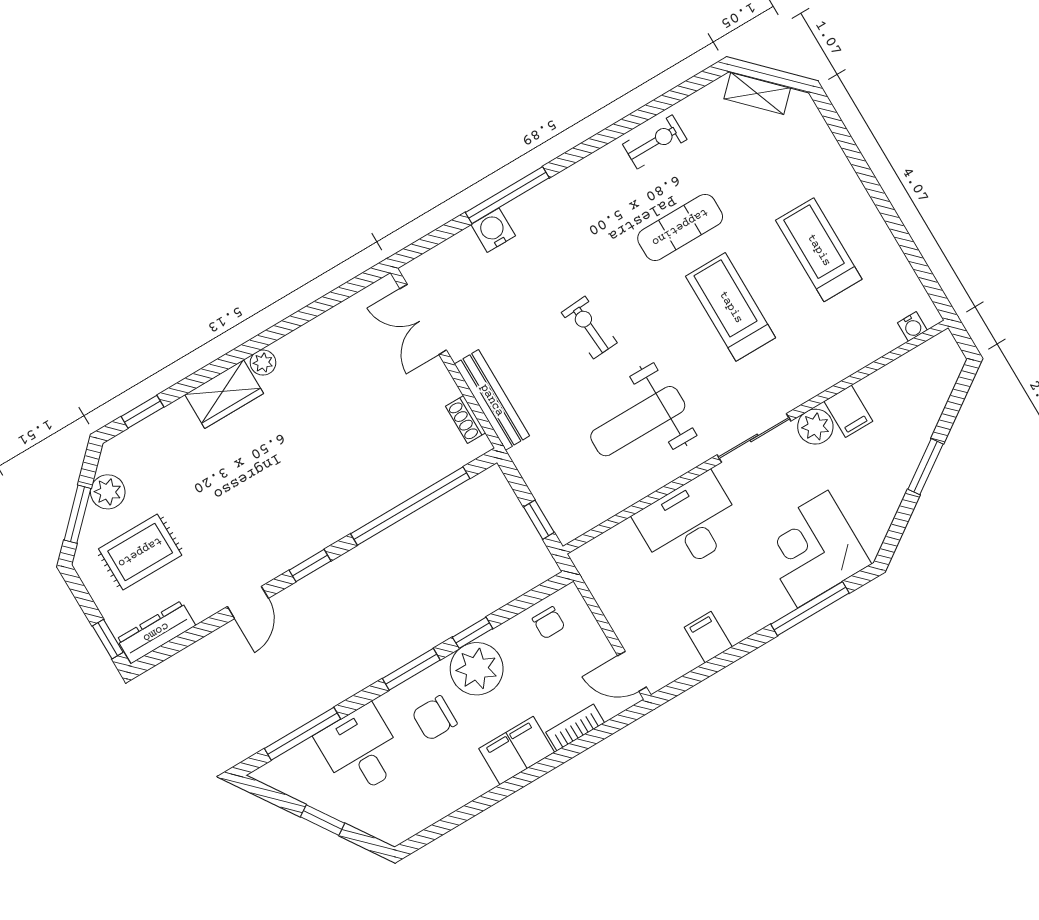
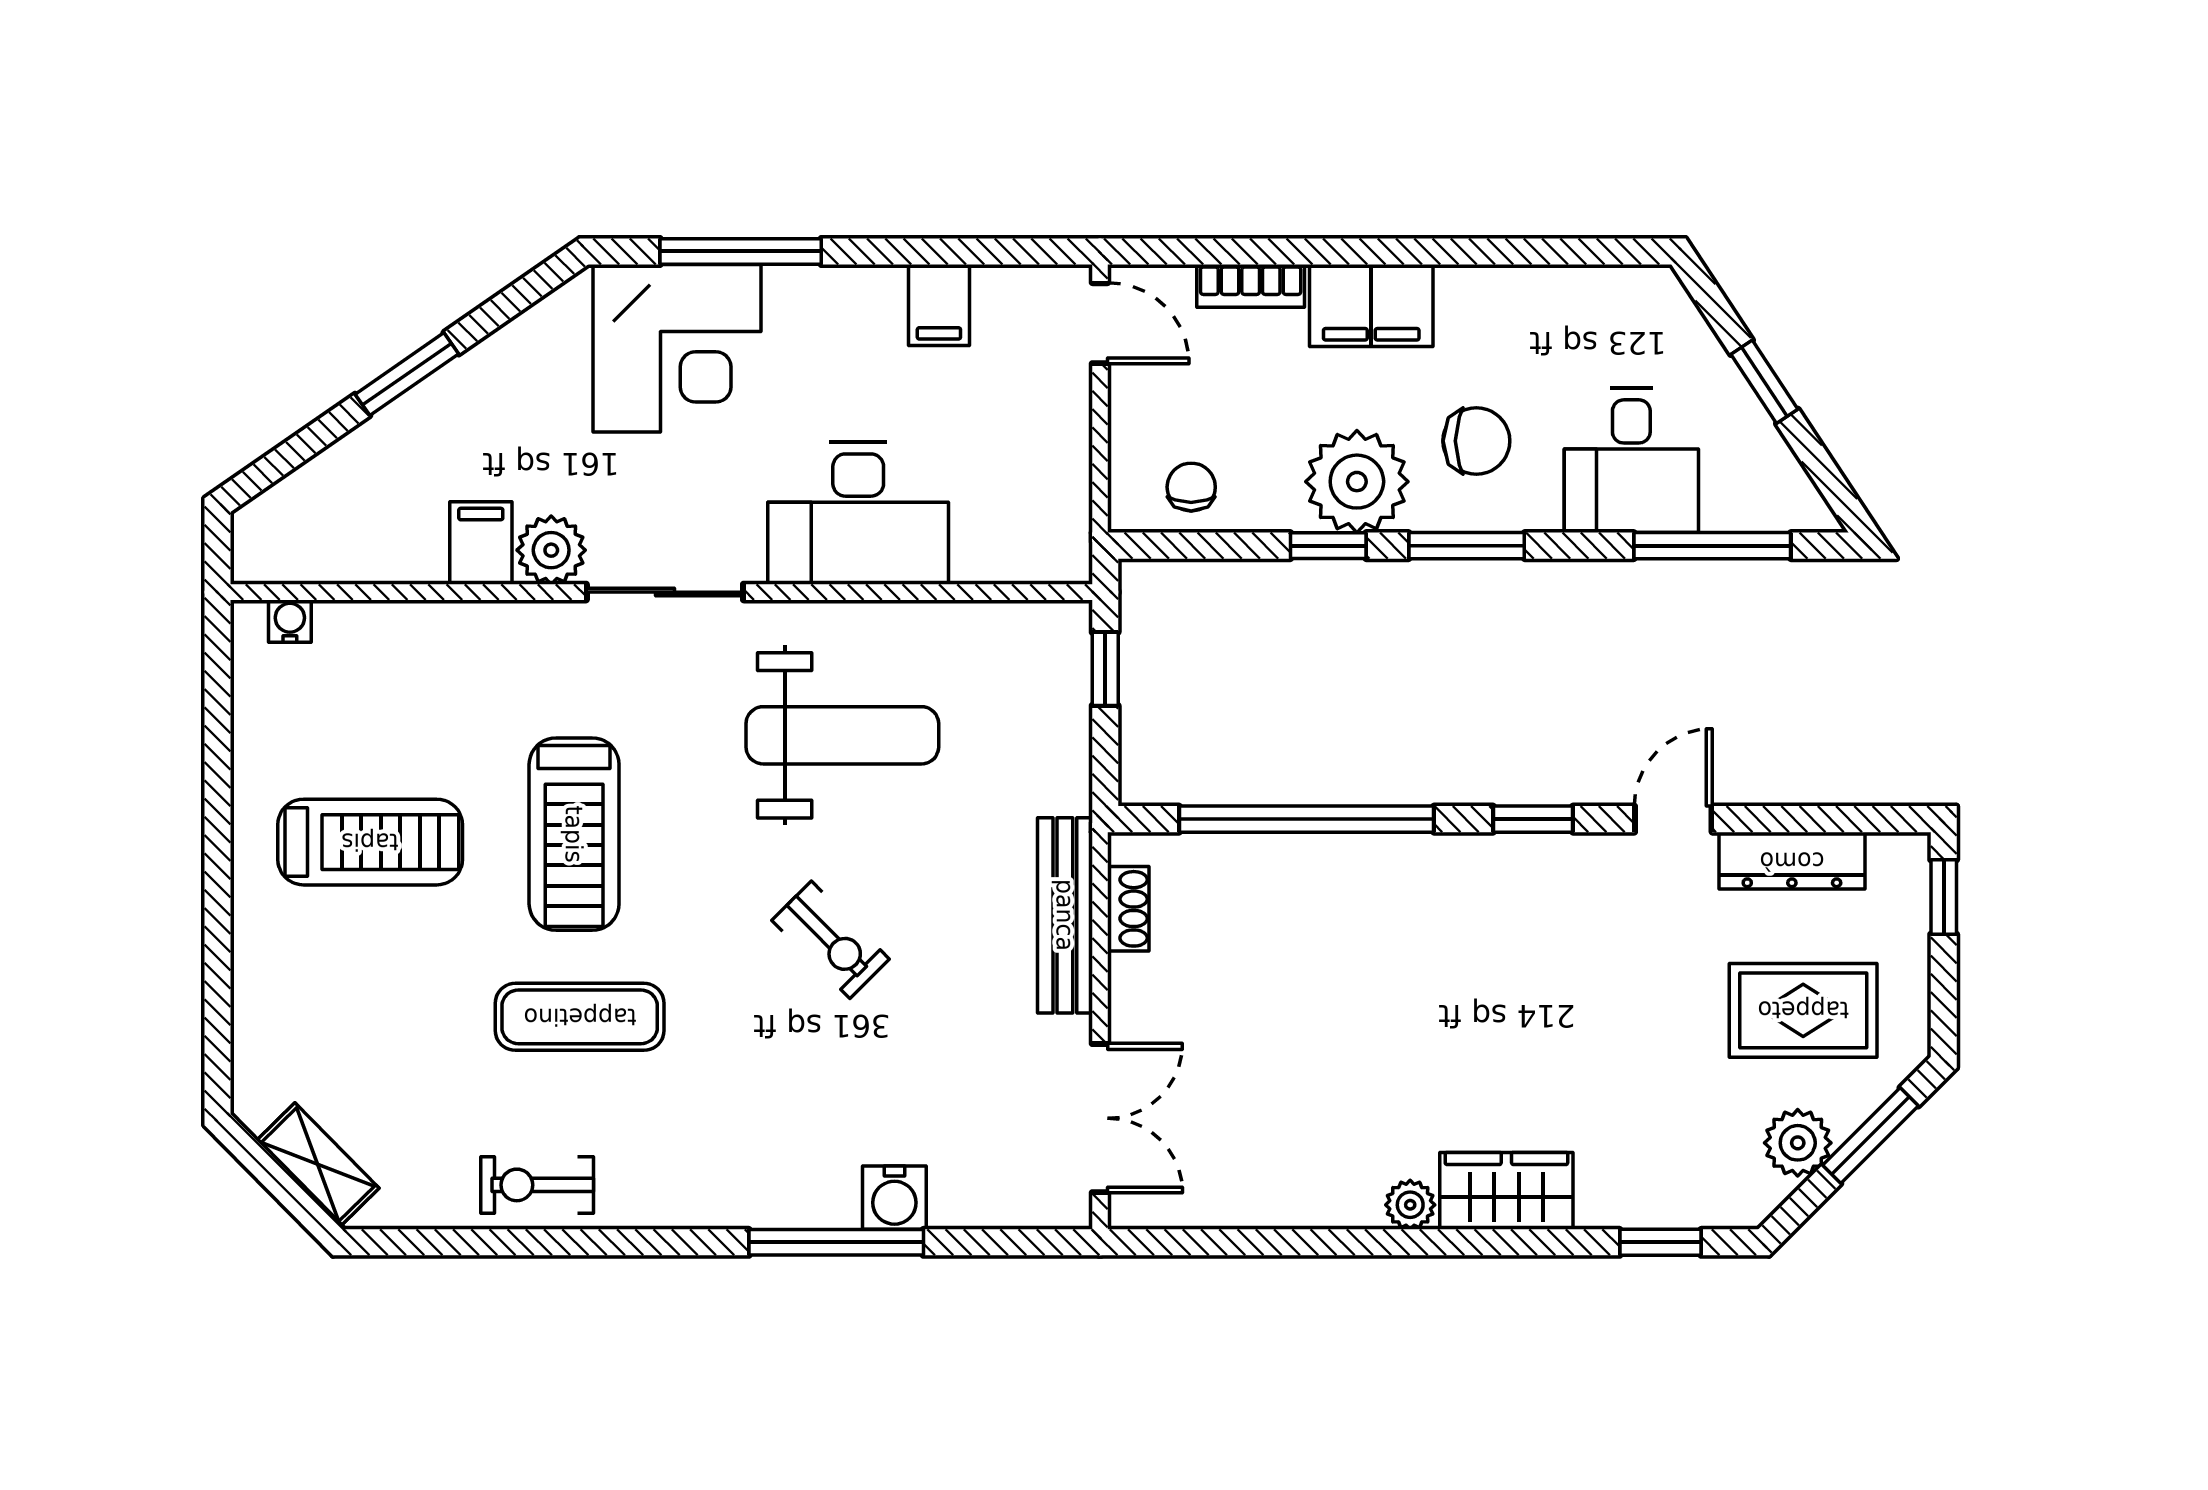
treadmill: (819, 250) -> (370, 842), turned -90
exercise bike: (589, 328) -> (831, 940), turned -41
dresser: (156, 632) -> (1792, 861), moved

